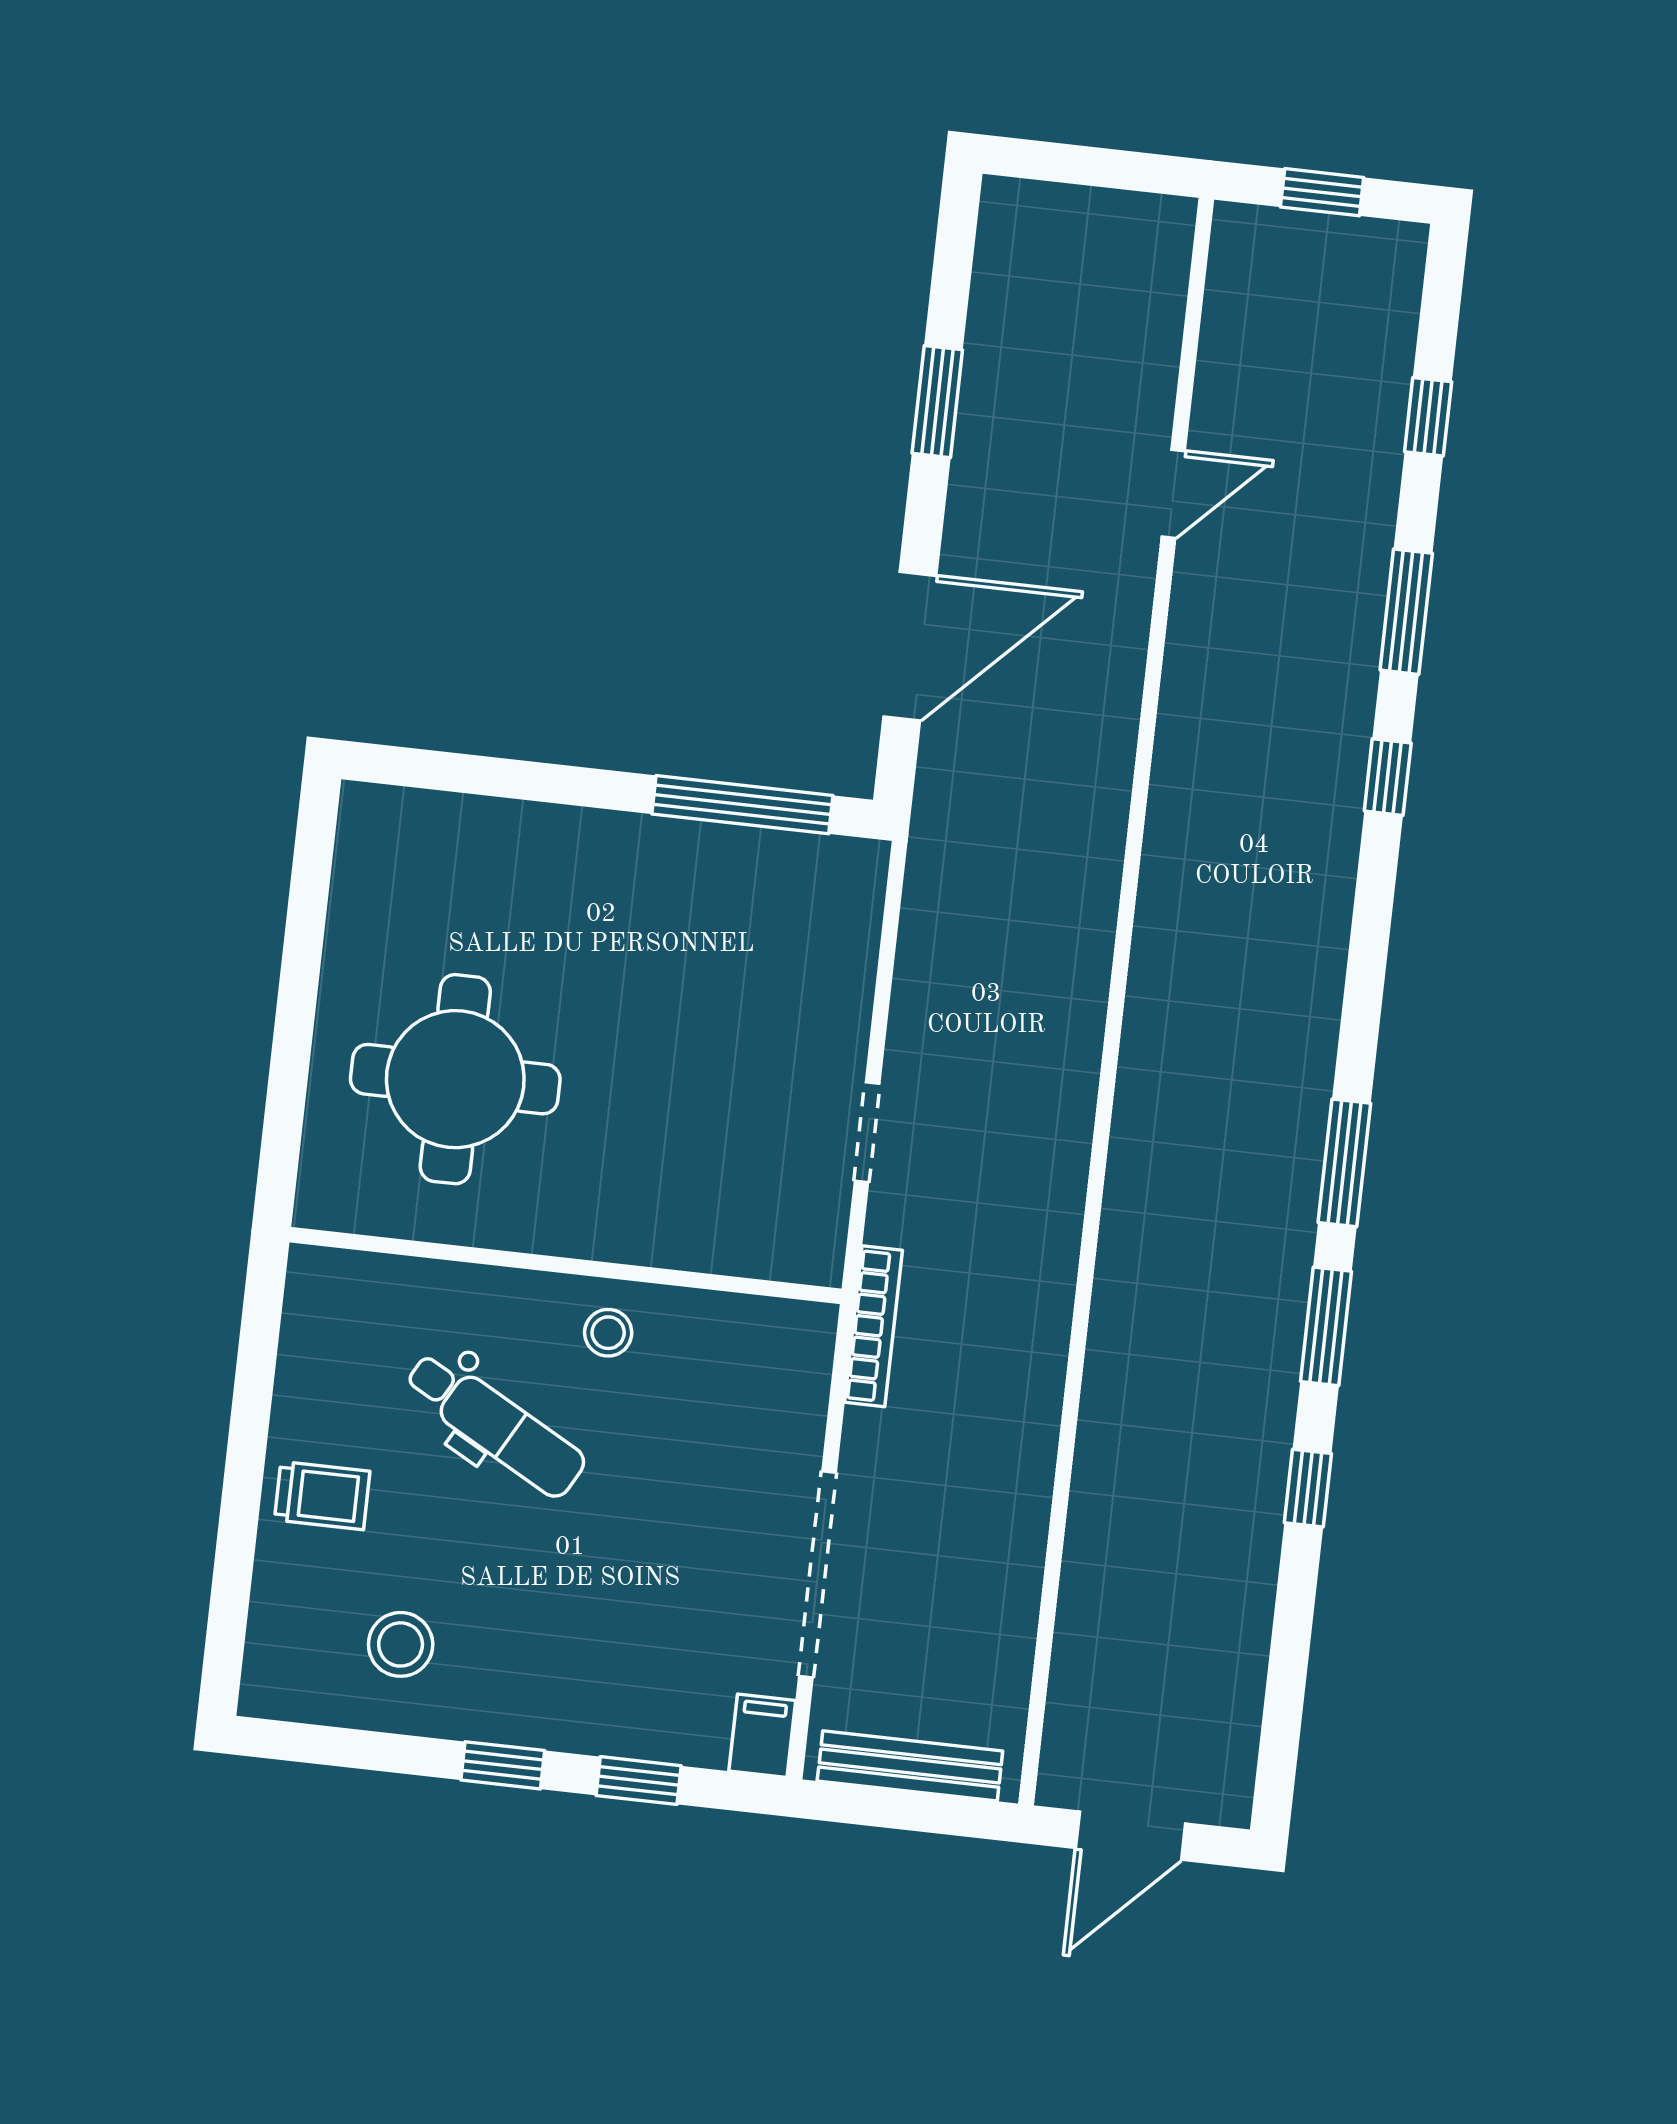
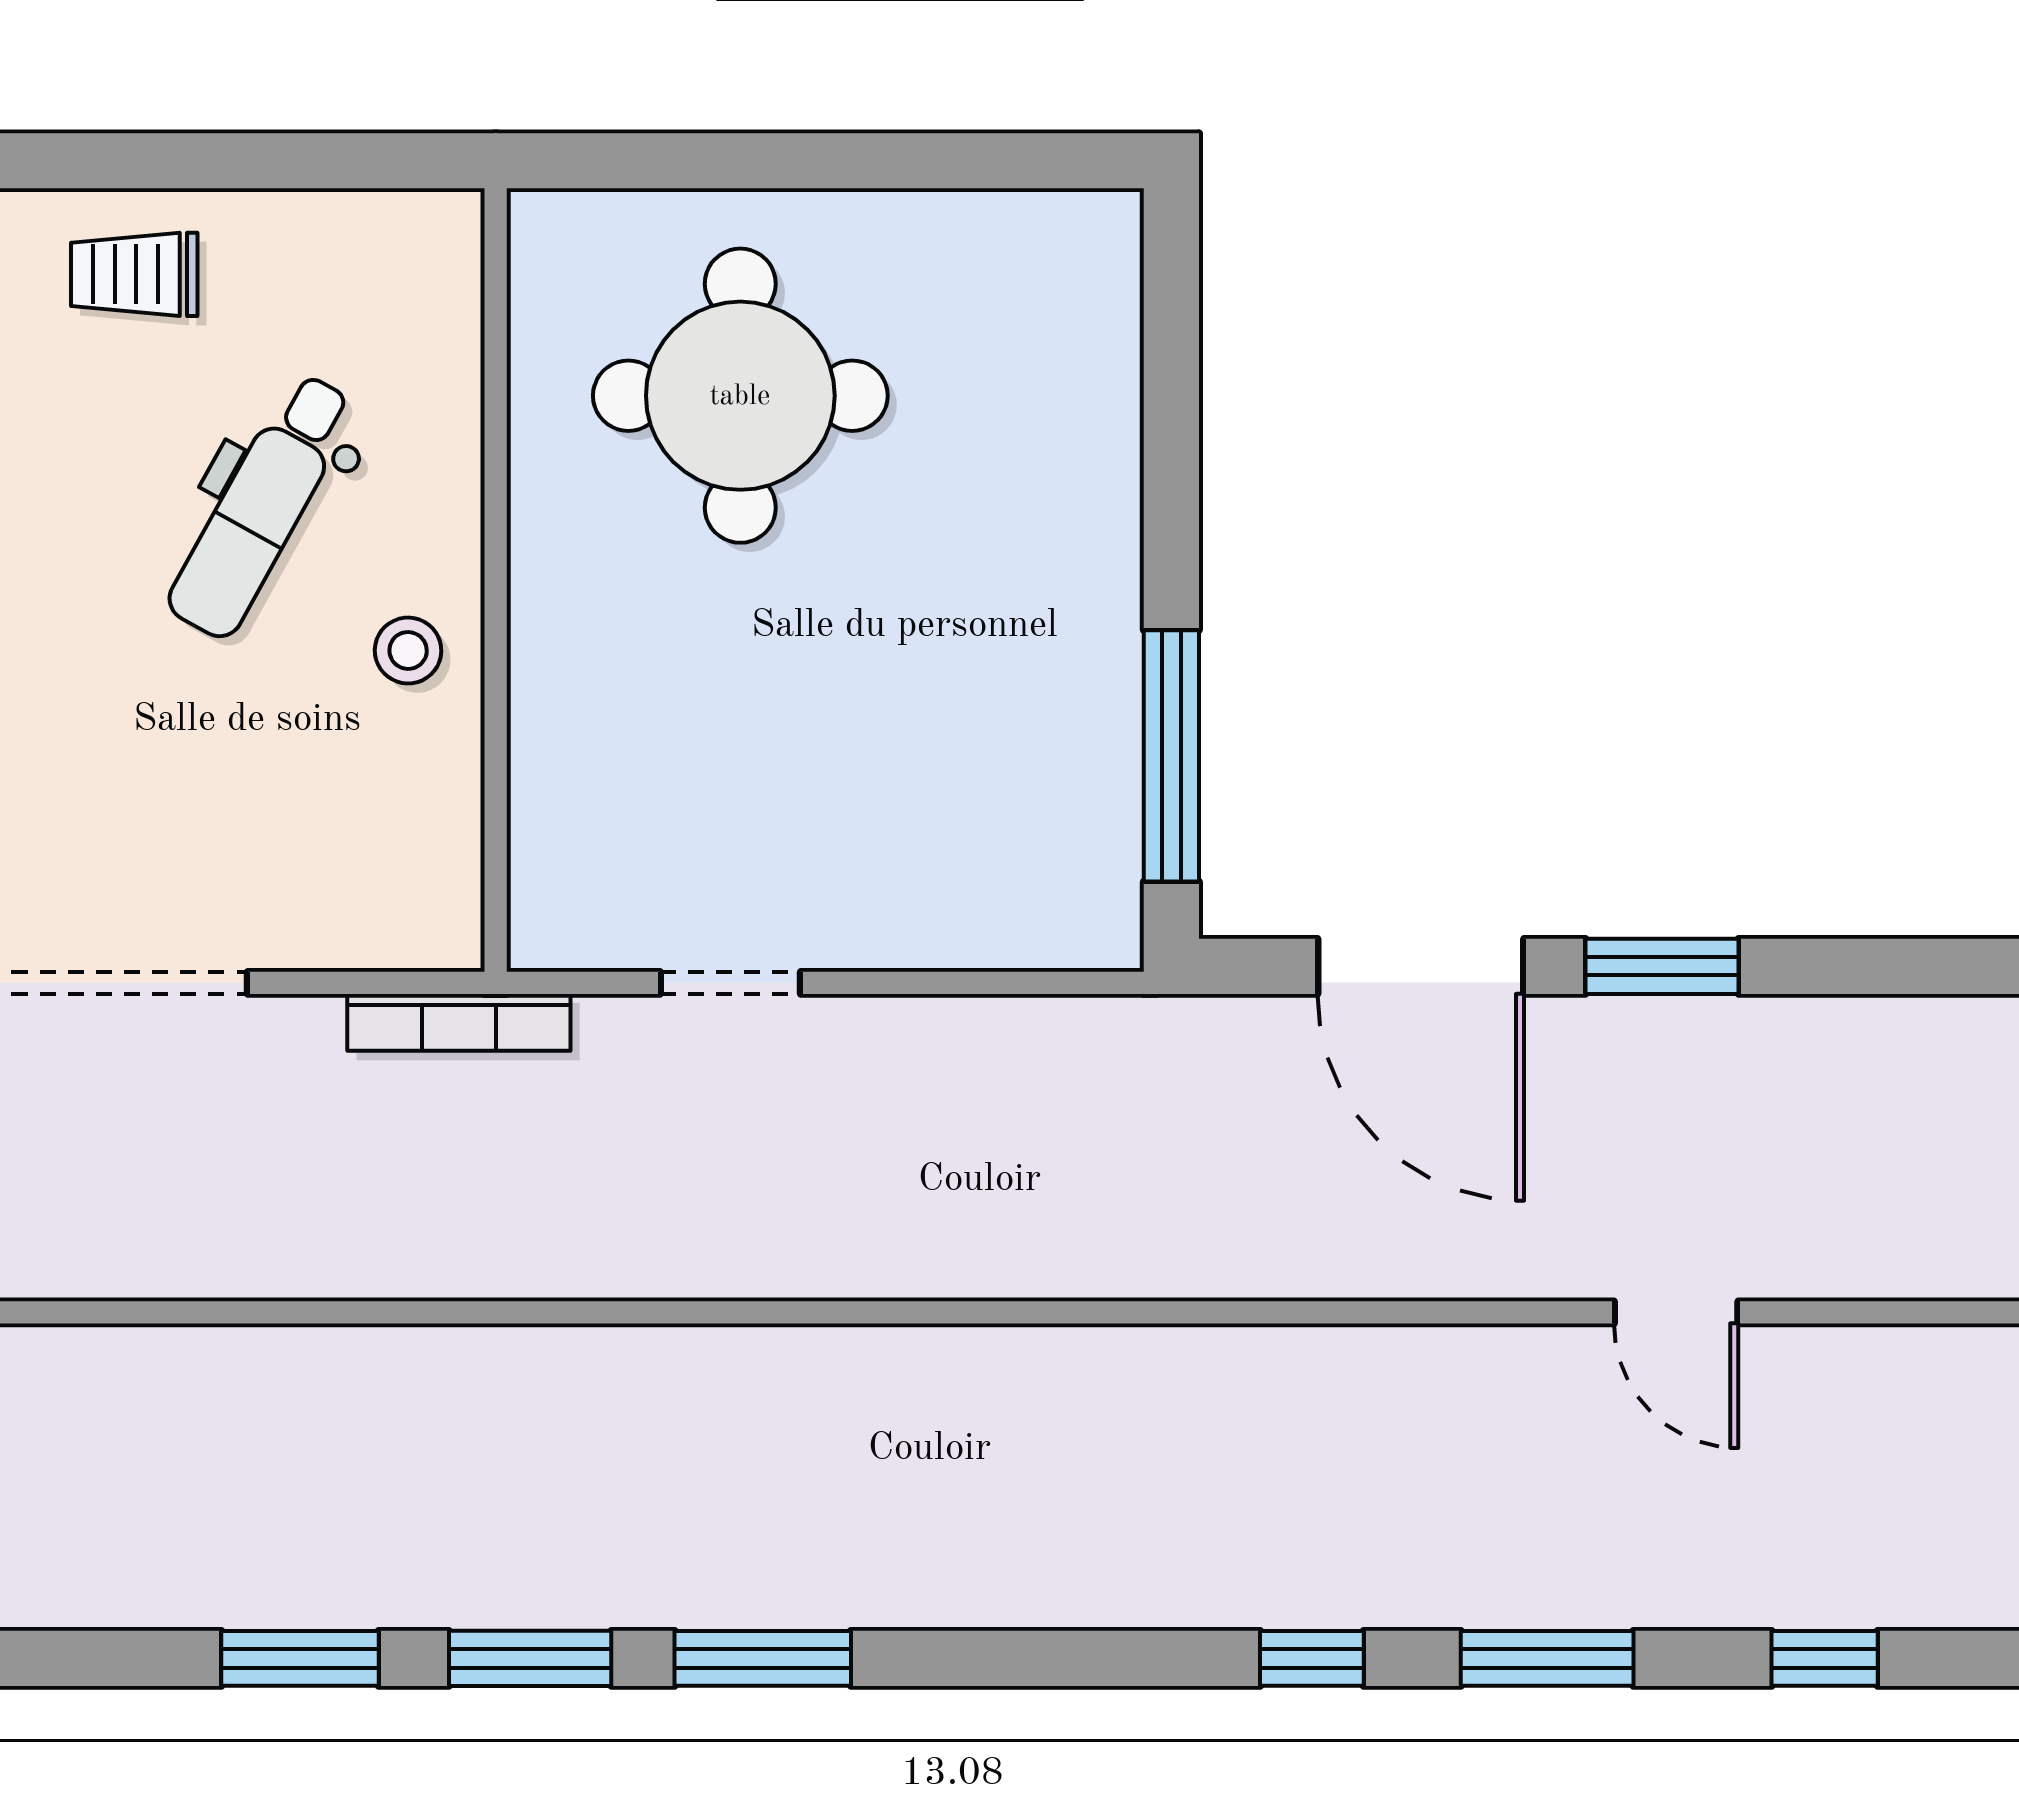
window: (937, 402) -> (1662, 966), moved
window: (1308, 1488) -> (300, 1658), width x1.50
trolley: (322, 1495) -> (134, 274), turned 90

